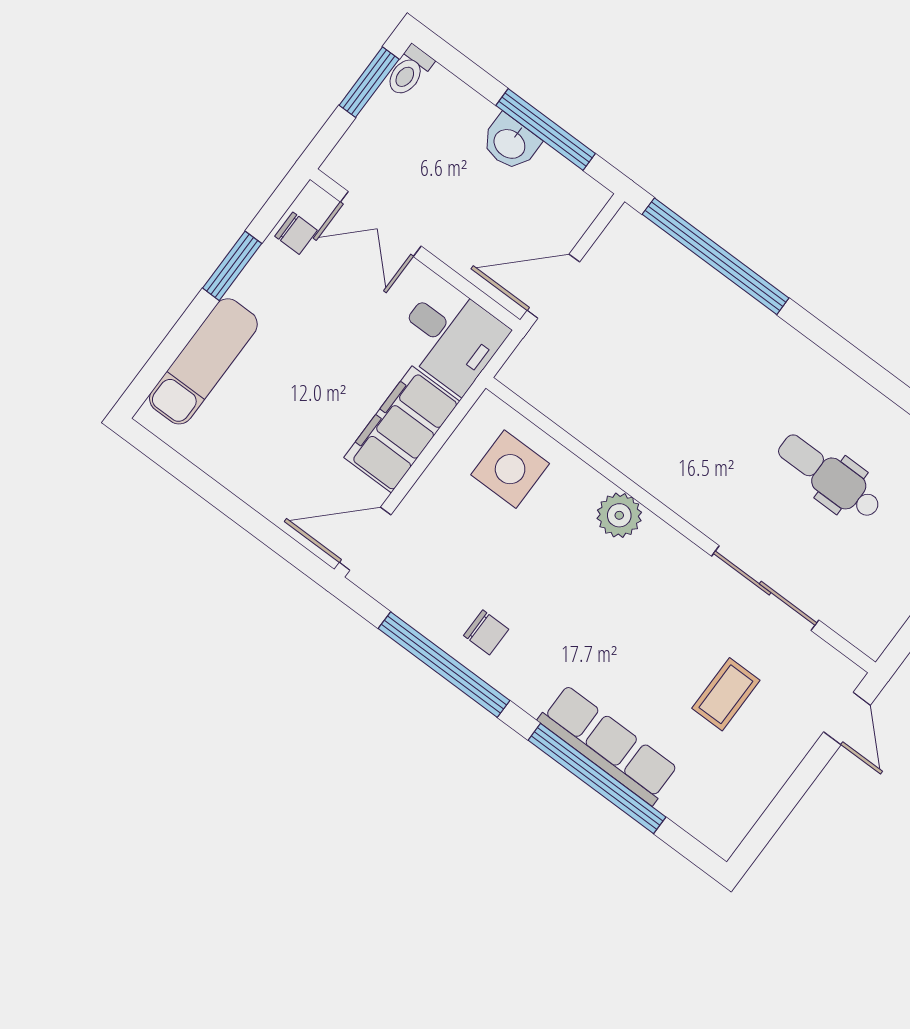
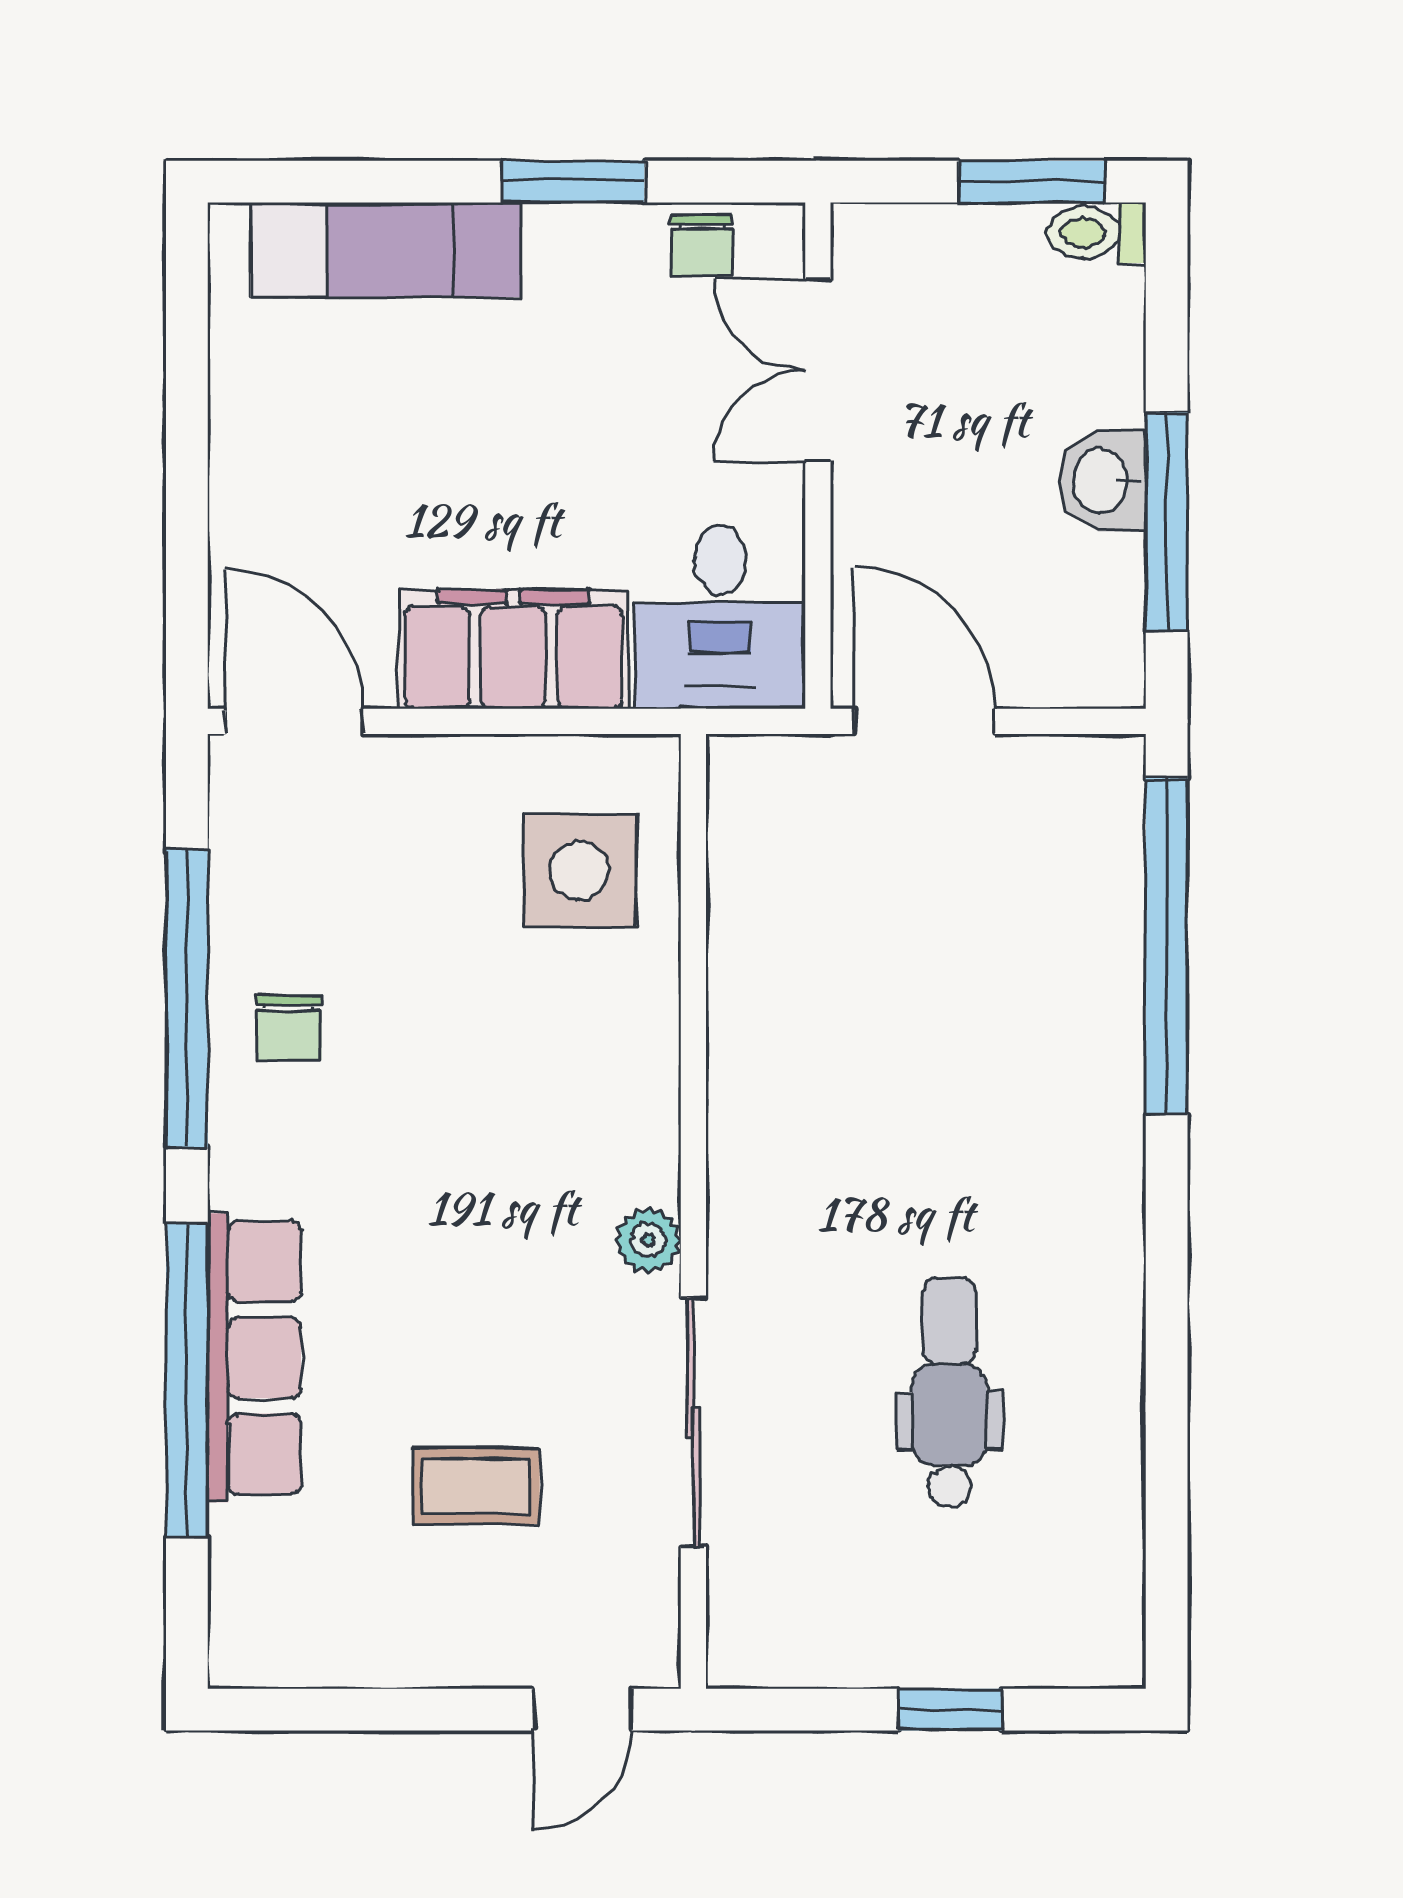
plant: (619, 515) -> (648, 1240), moved, width x0.73, depth x0.73

